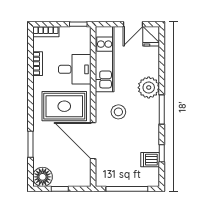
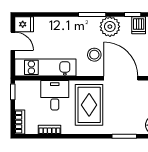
plant: (149, 88) -> (110, 27), moved
door: (93, 141) -> (121, 78), swing flipped

